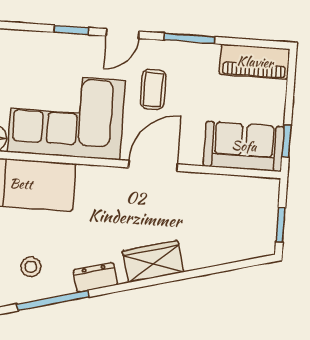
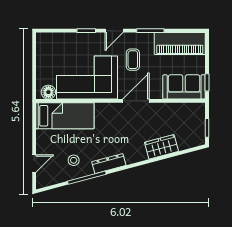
piano: (255, 62) -> (180, 43), width x1.37, depth x1.33
wardrobe: (153, 261) -> (161, 147), moved
dresser: (95, 277) -> (109, 164), width x1.44

